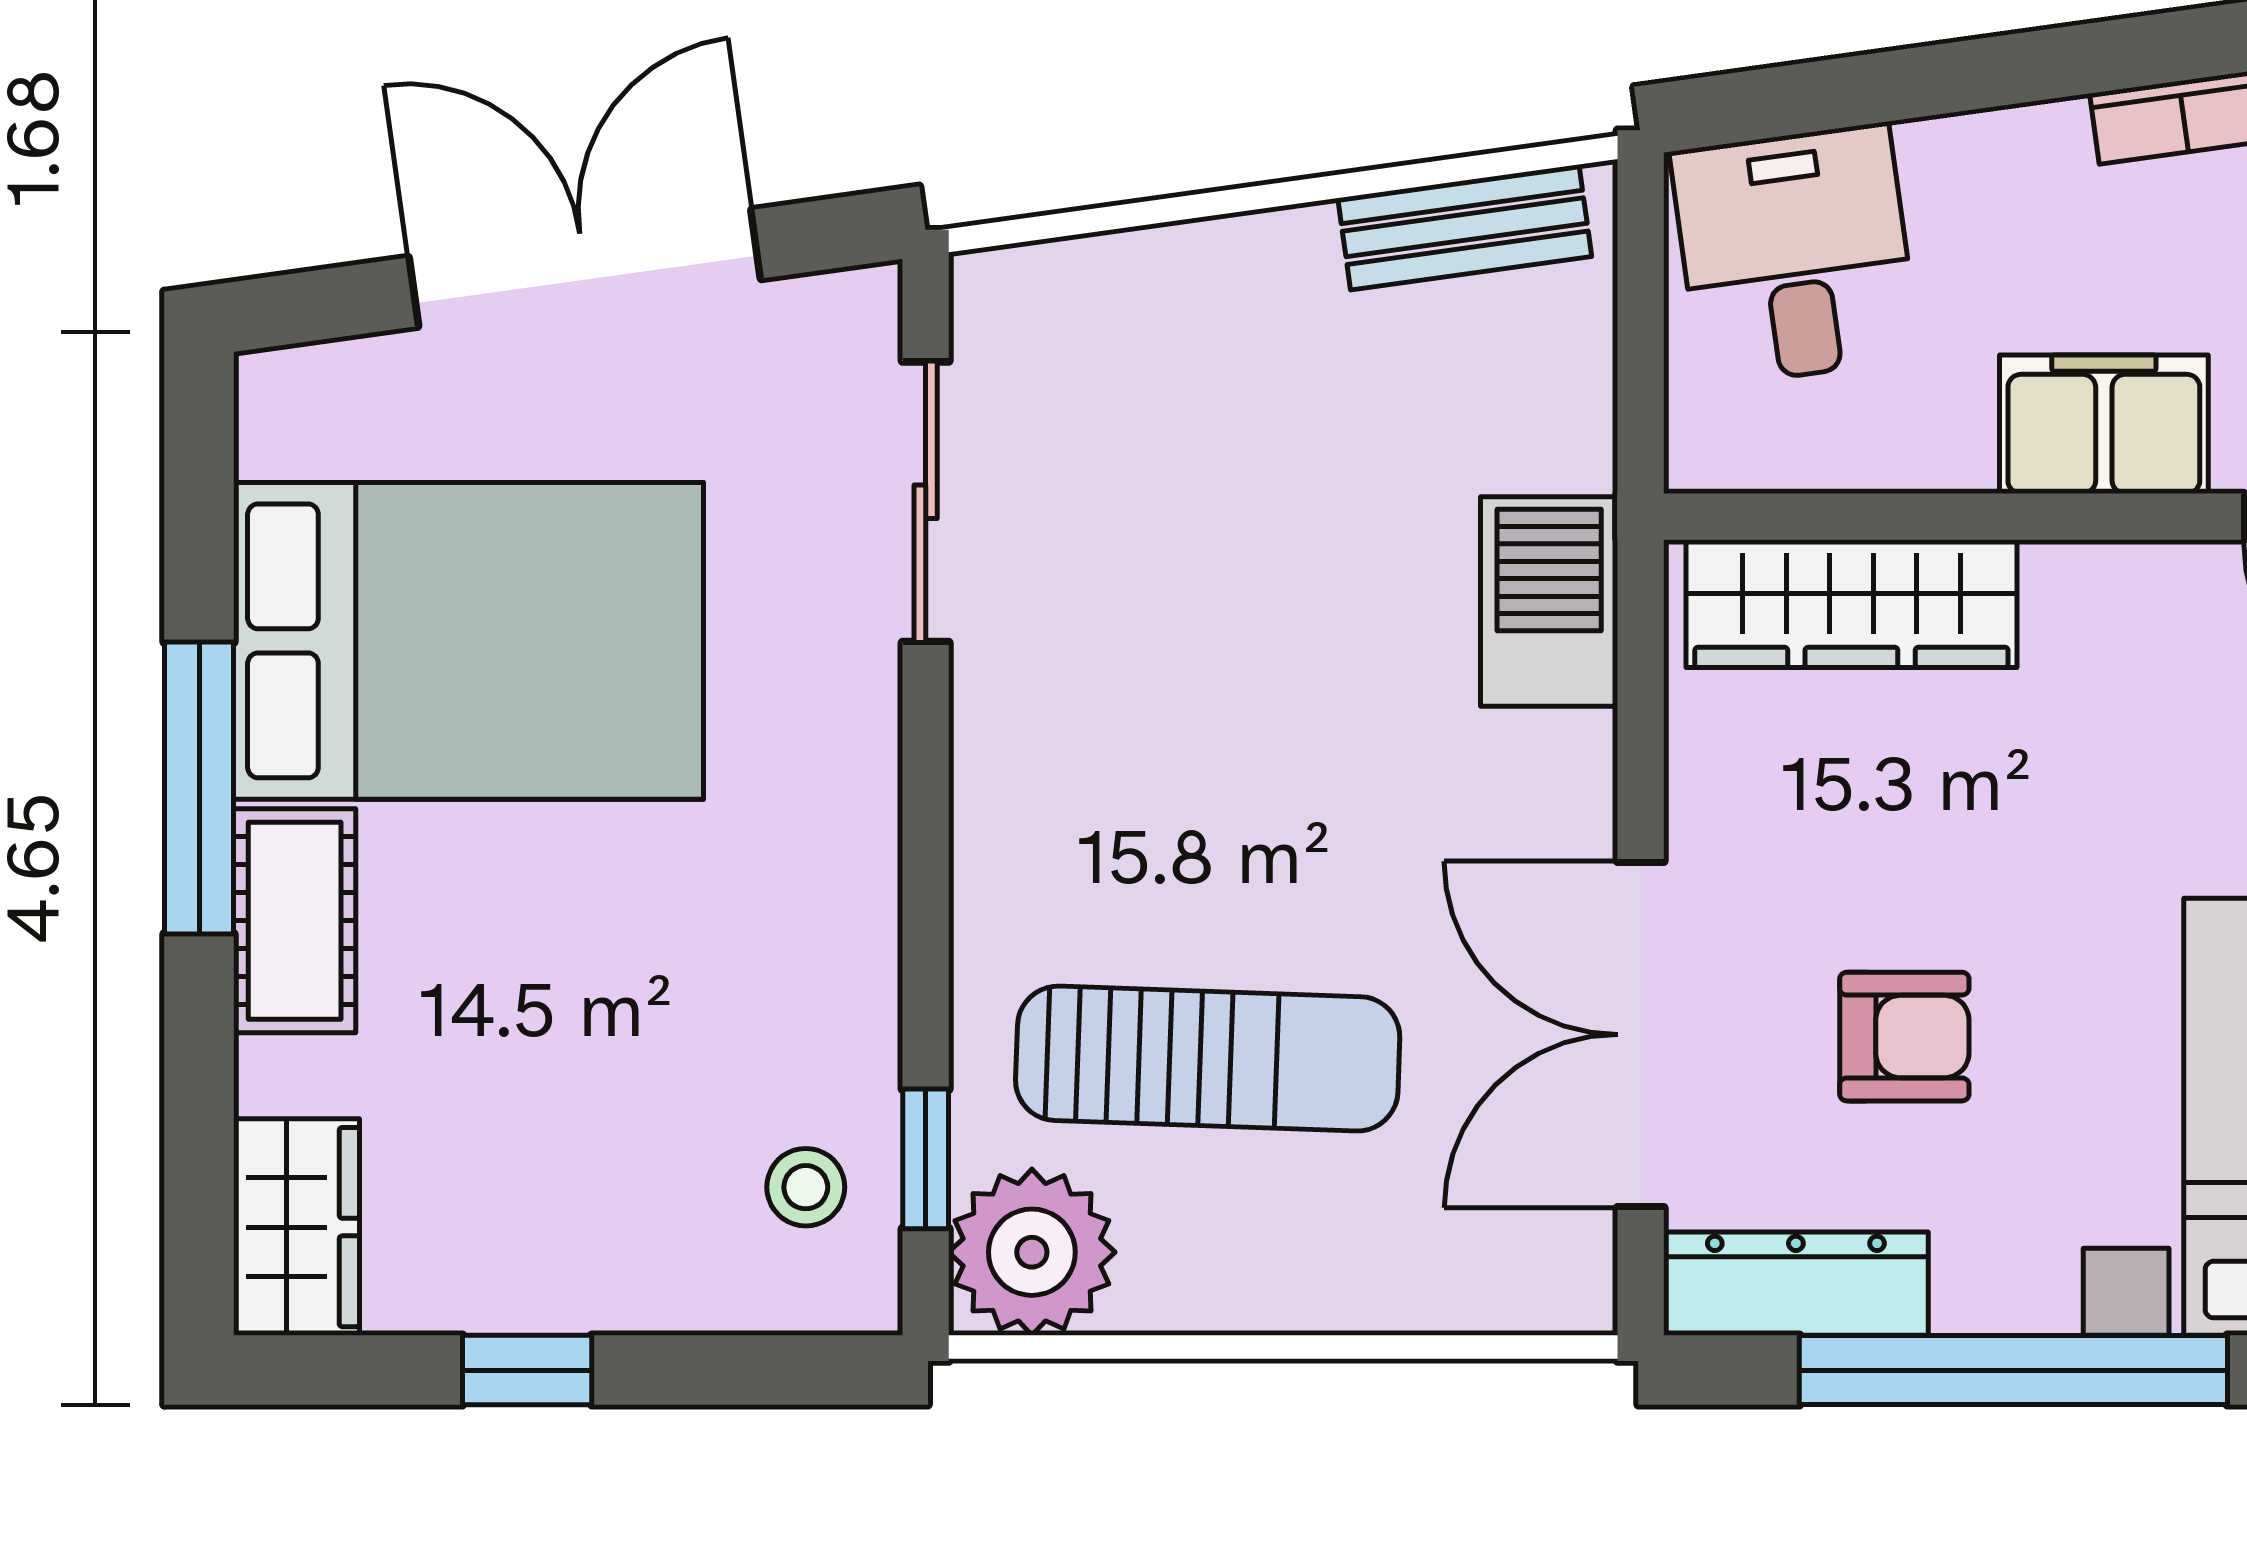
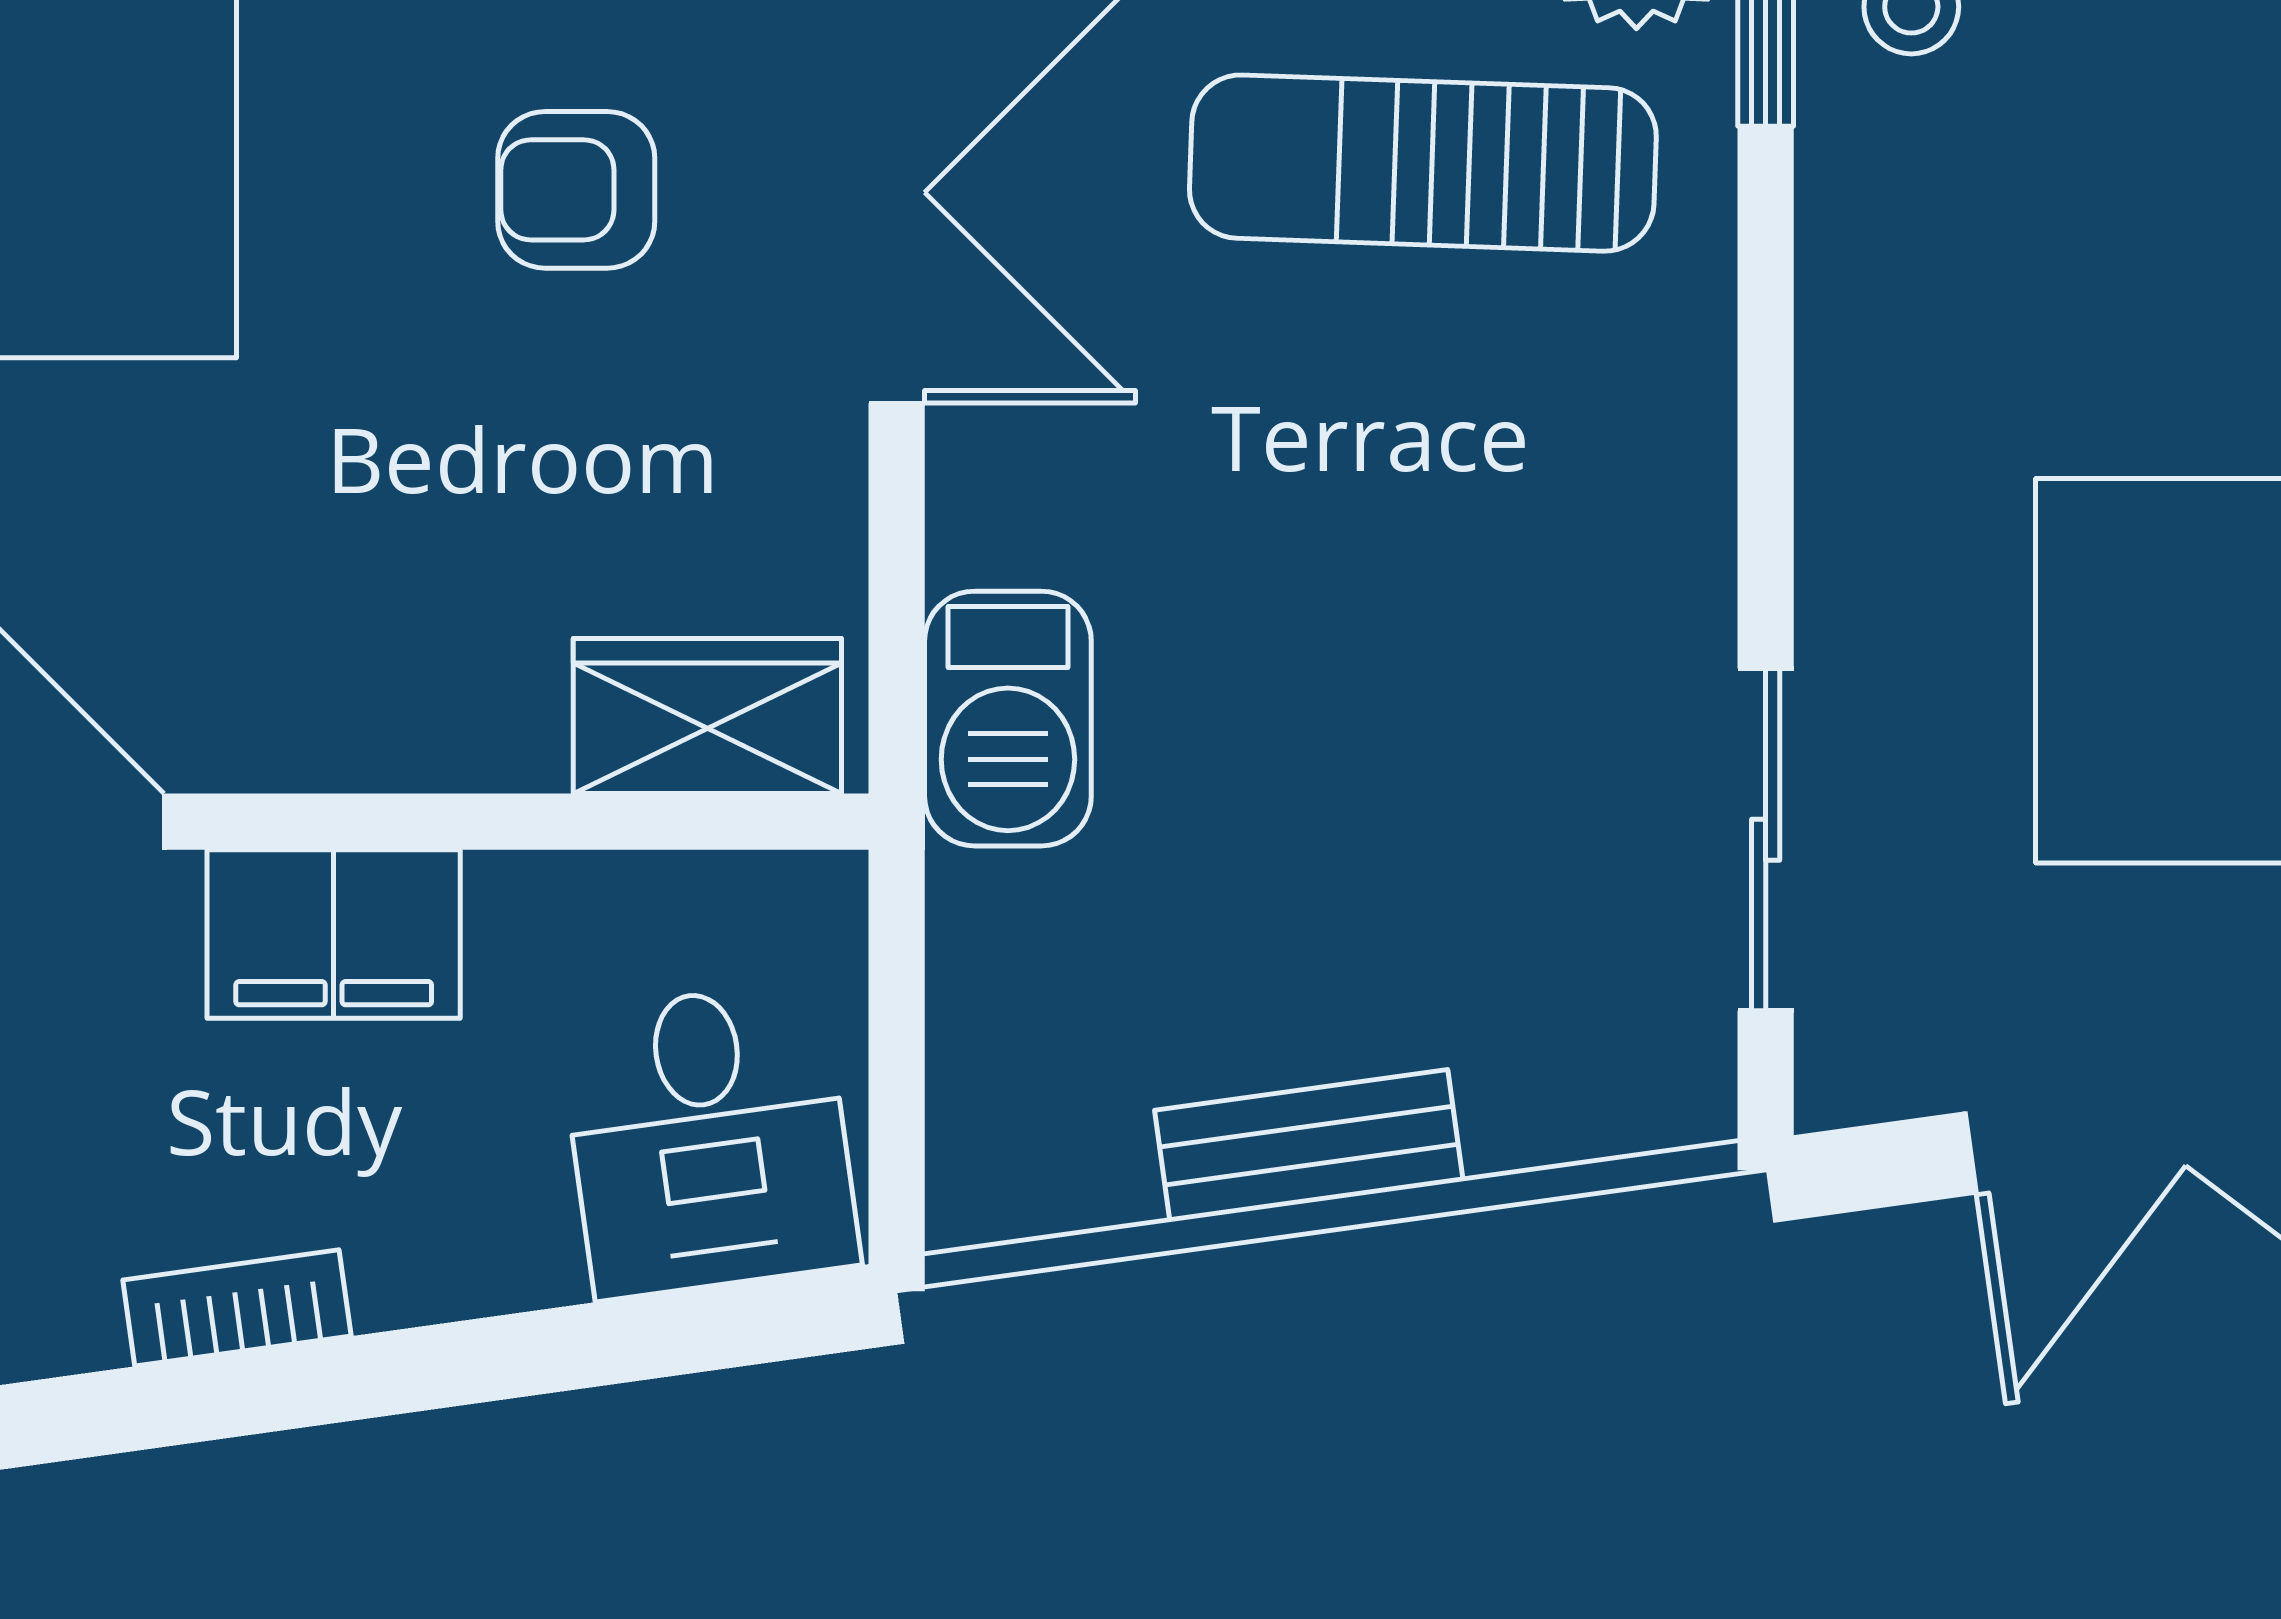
bench: (1465, 227) -> (1309, 1146), moved
wardrobe: (1851, 604) -> (707, 716), width x0.67

